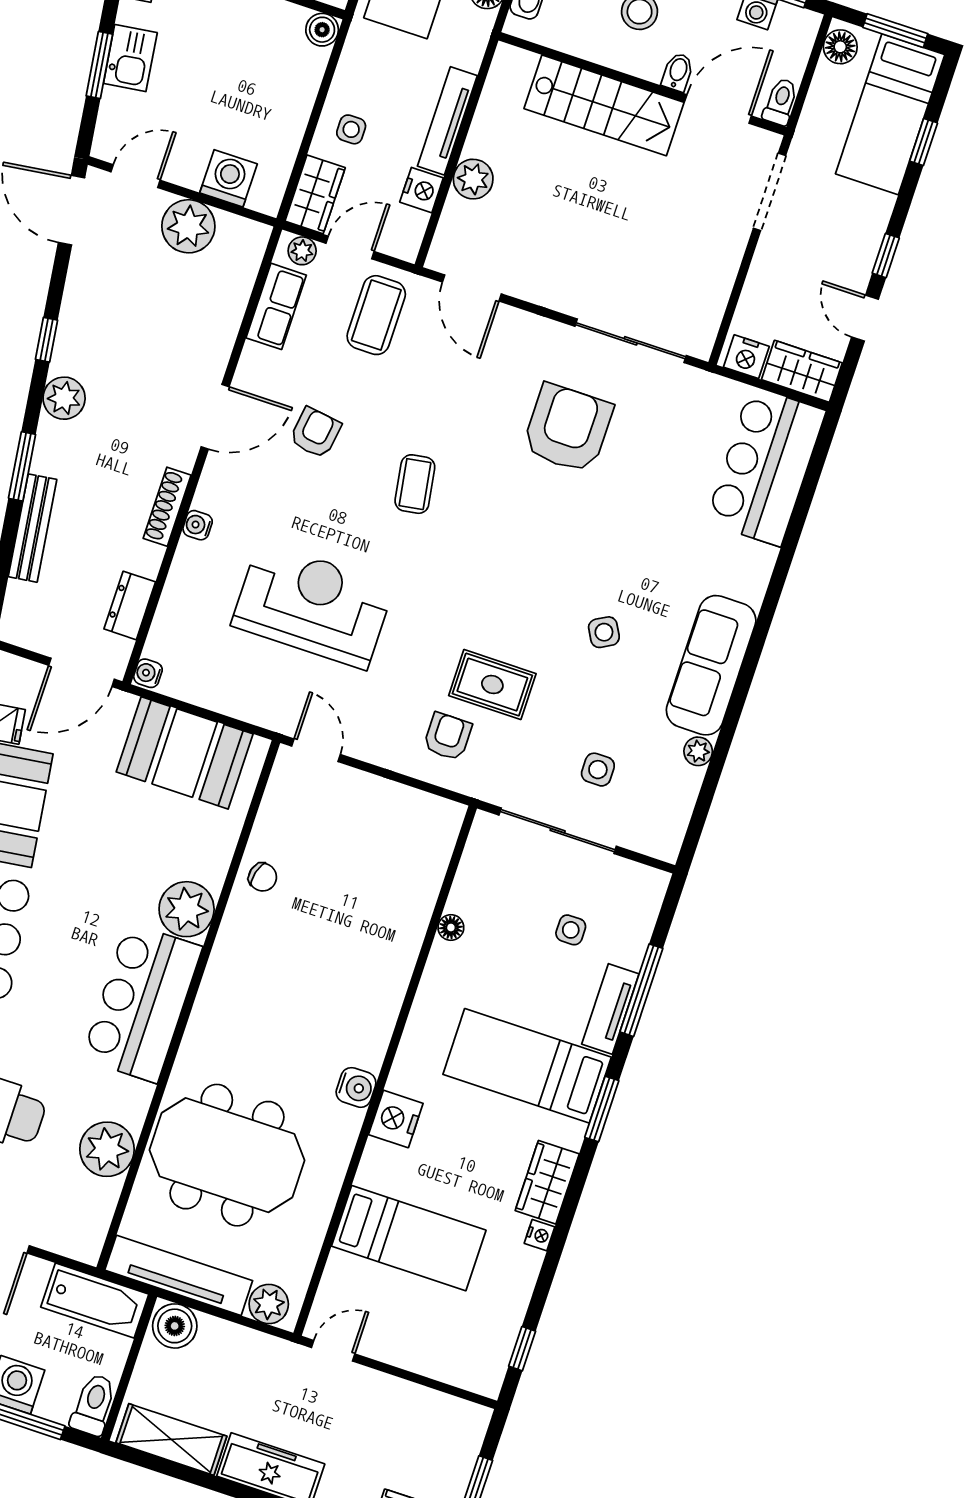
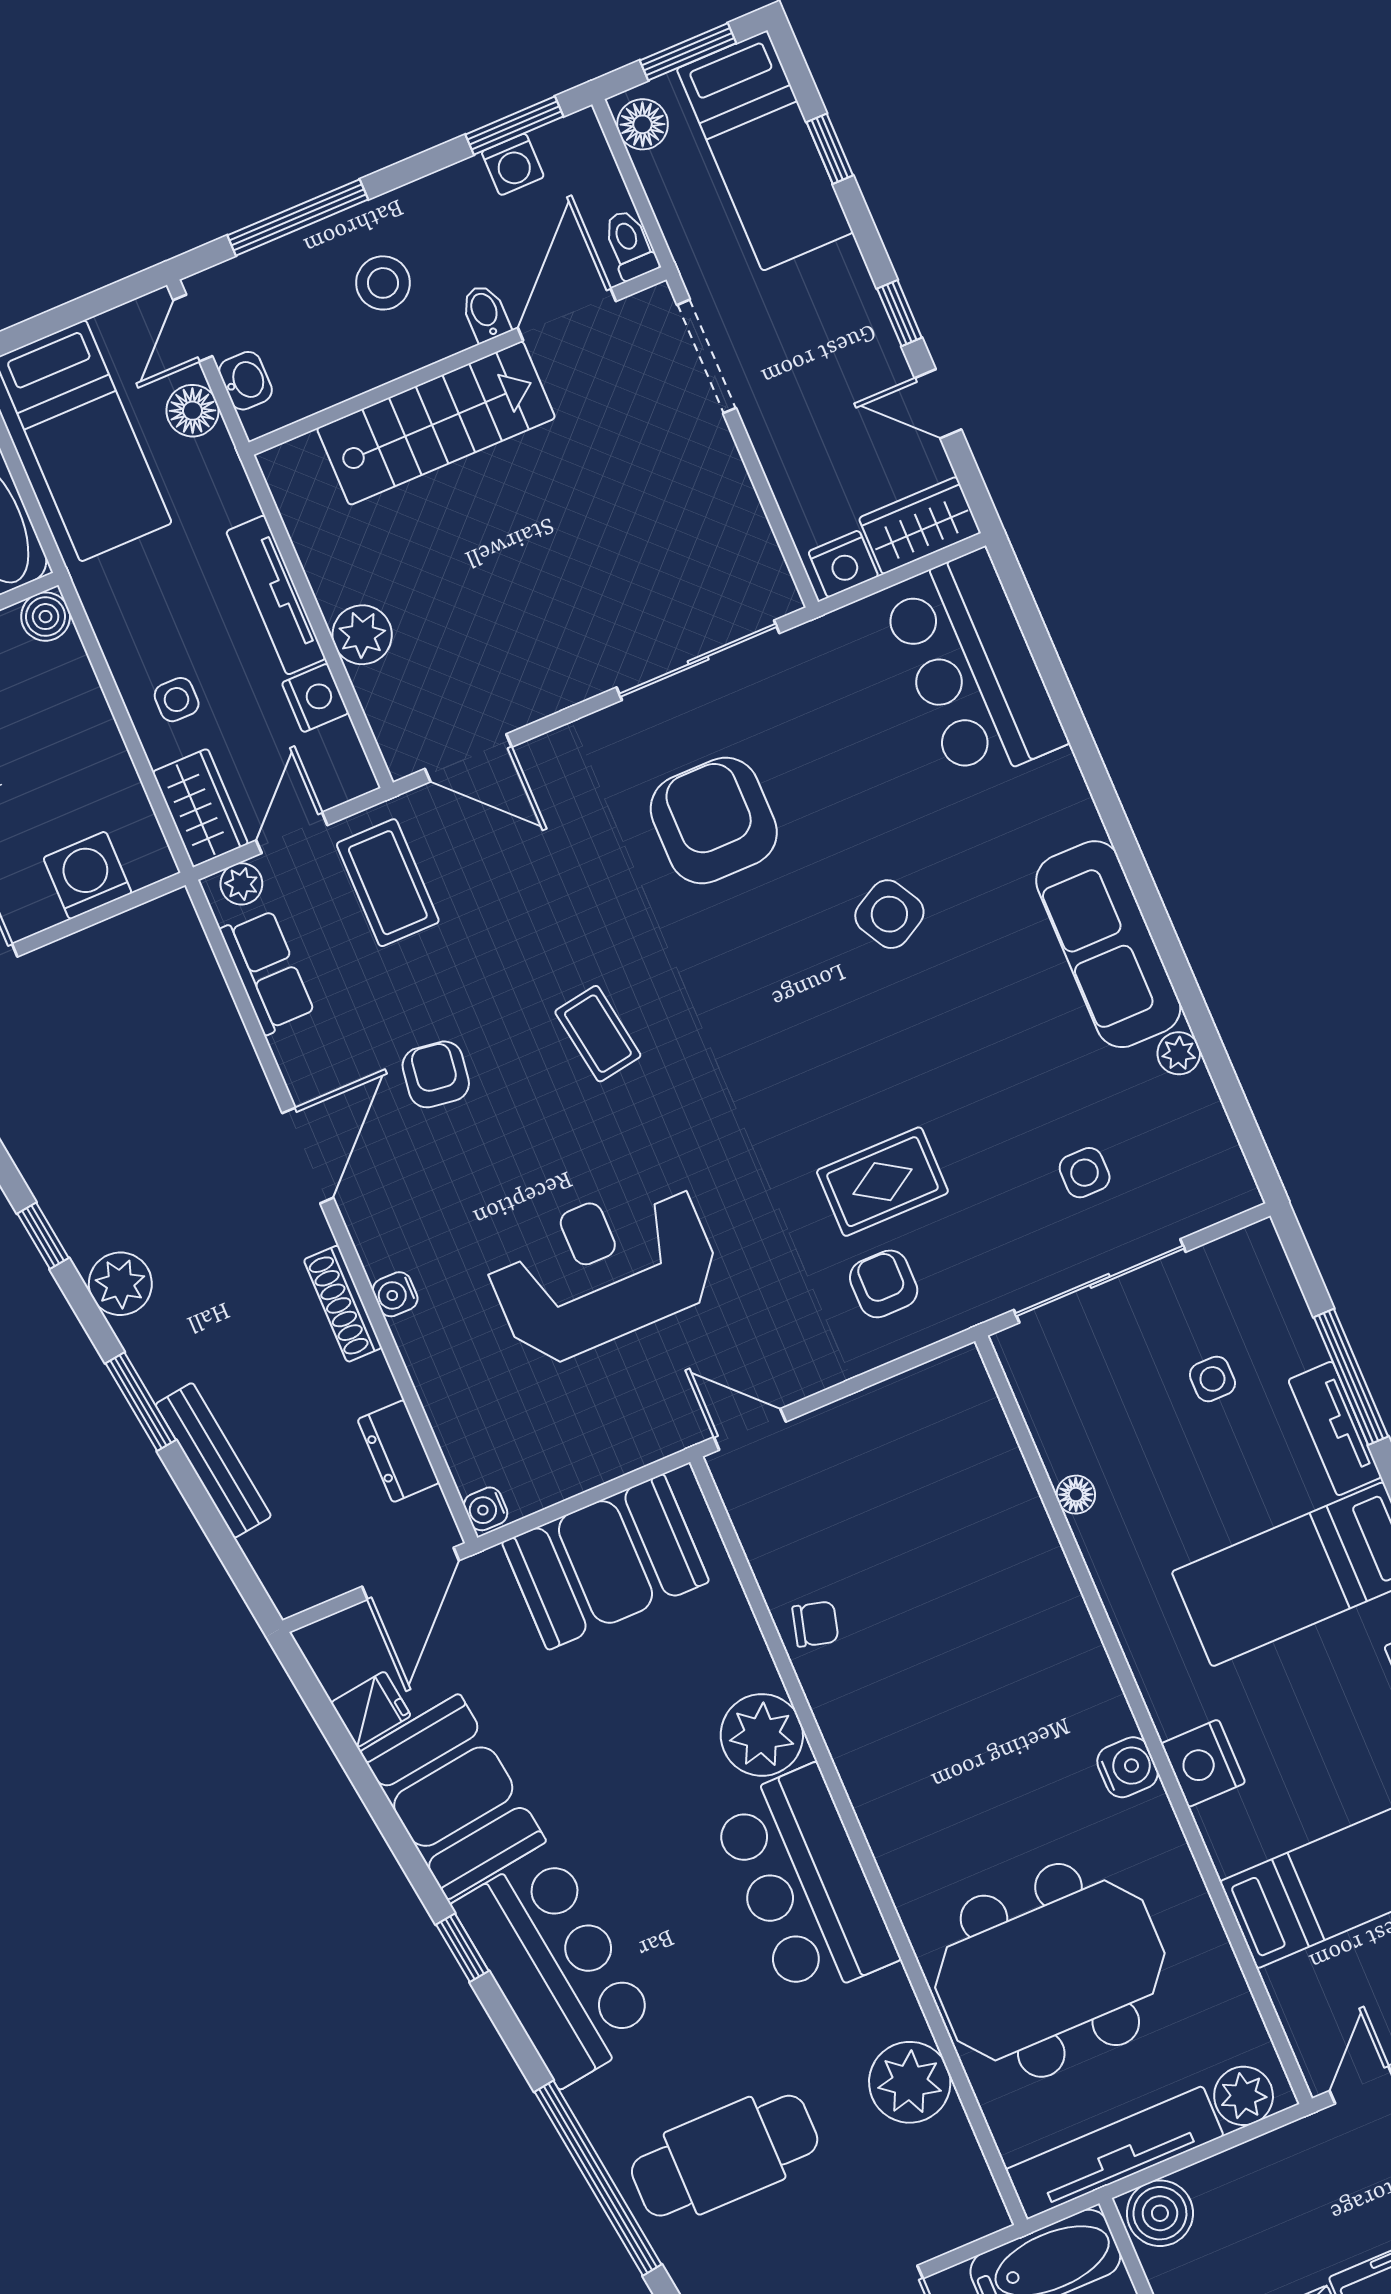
plant: (188, 226) -> (90, 969), removed
side table: (604, 632) -> (889, 914), moved, width x1.37, depth x1.37

